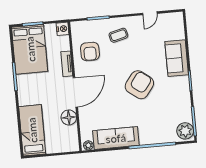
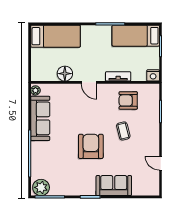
coffee table: (118, 35) -> (123, 131), moved
bed: (30, 49) -> (136, 36), width x0.67
armchair: (139, 85) -> (91, 146), turned -127
door: (75, 92) -> (89, 82), width x0.53

